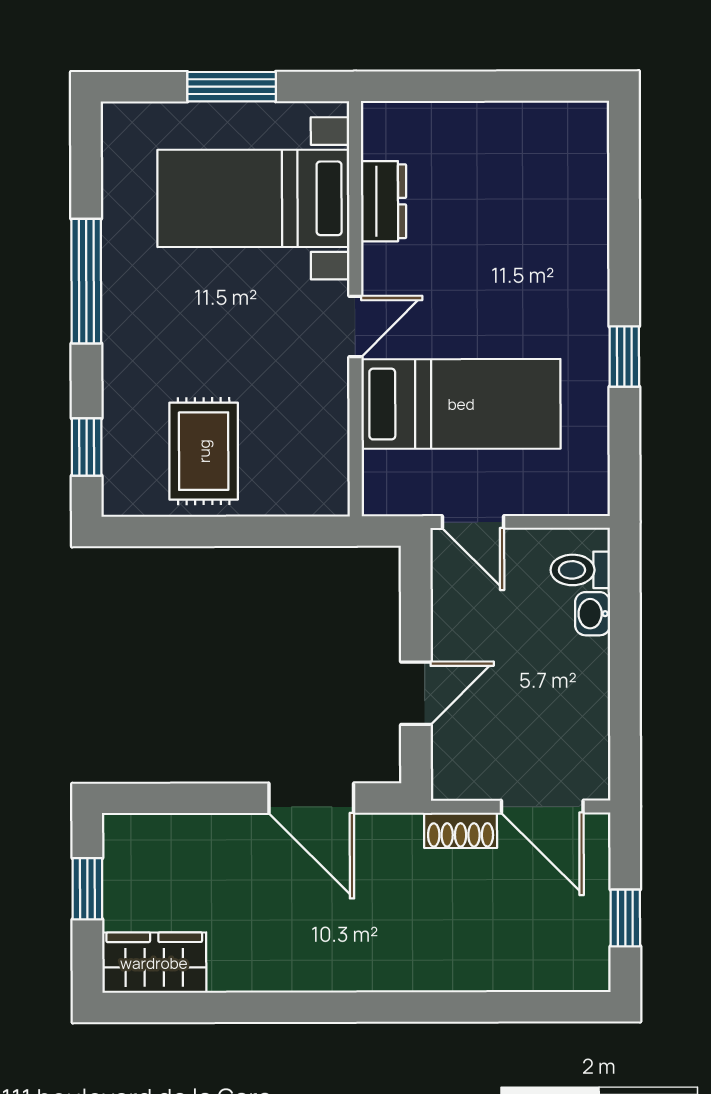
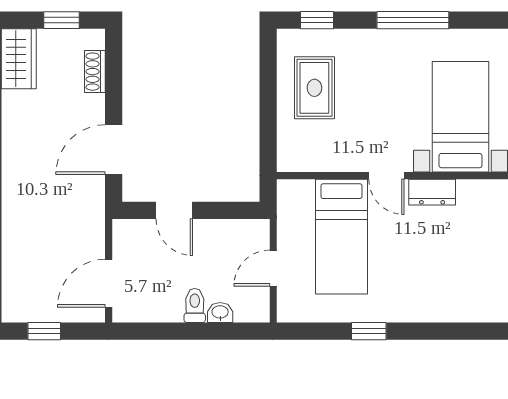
dresser: (384, 201) -> (432, 192), moved
rug: (204, 451) -> (314, 88), turned 90
door: (473, 522) -> (273, 268), moved
toilet: (580, 570) -> (195, 305), moved
shoe rack: (461, 830) -> (95, 72), moved

